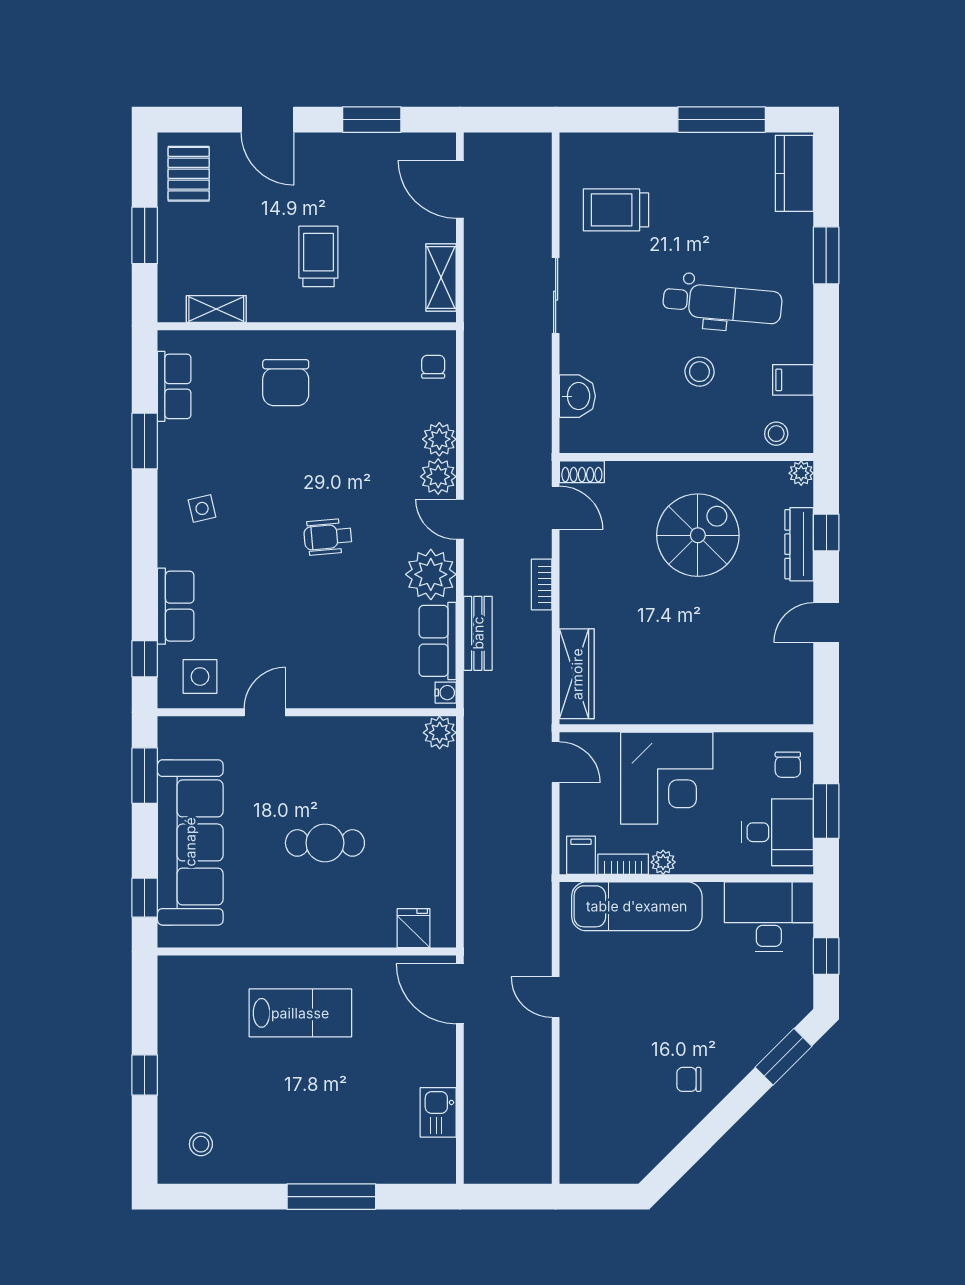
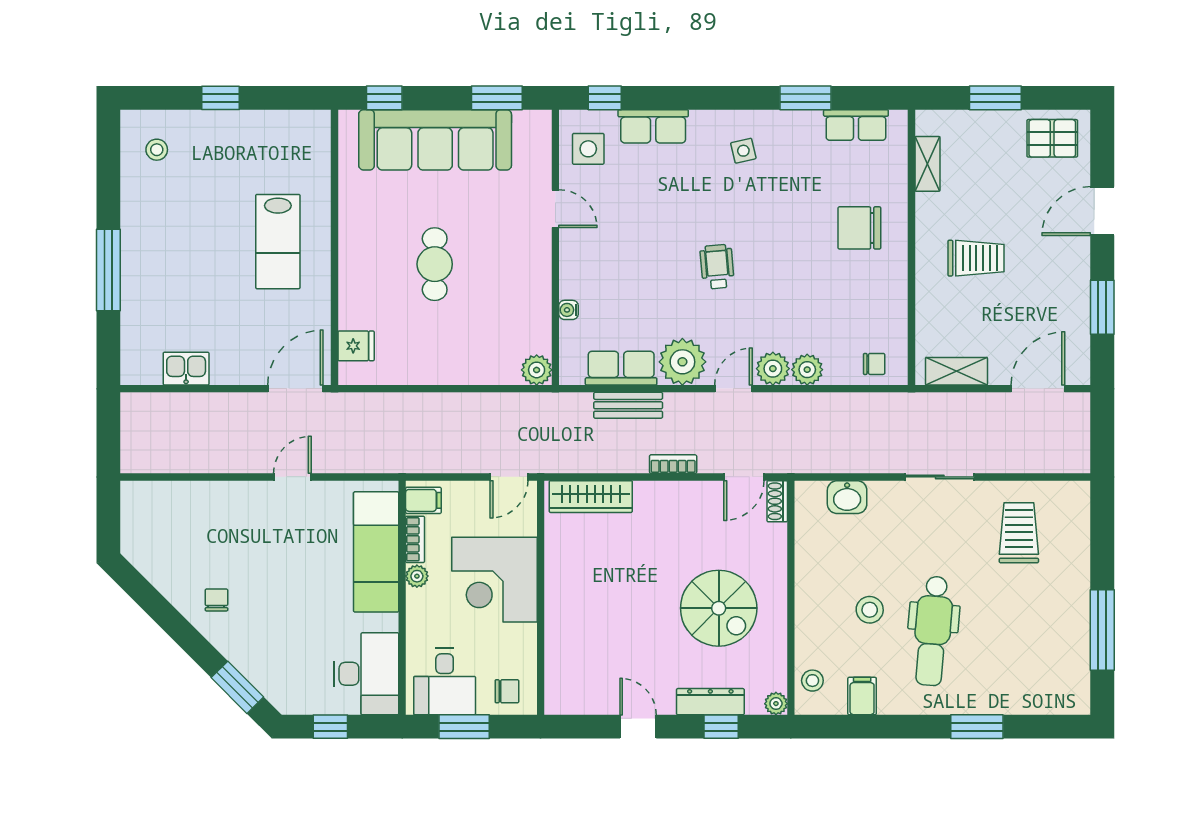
kitchen counter: (794, 173) -> (1053, 697), removed
water cooler: (446, 693) -> (569, 310), moved, turned 90
chair: (788, 765) -> (507, 691), turned 180

